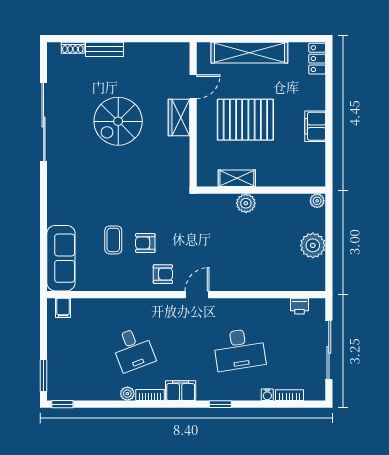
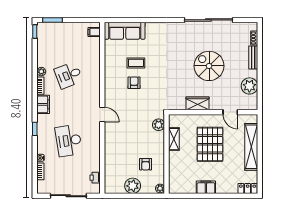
plant: (151, 56) -> (249, 86), added
wardrobe: (179, 118) -> (198, 103), moved
plant: (246, 203) -> (159, 125), moved
armchair: (163, 274) -> (146, 164), moved

